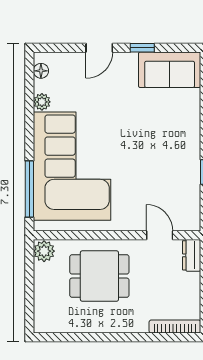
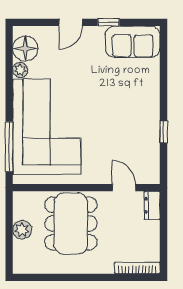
floor lamp: (41, 71) -> (25, 49), width x1.89, depth x1.89
plant: (44, 251) -> (22, 230), moved
dining table: (99, 276) -> (71, 224), width x1.38

